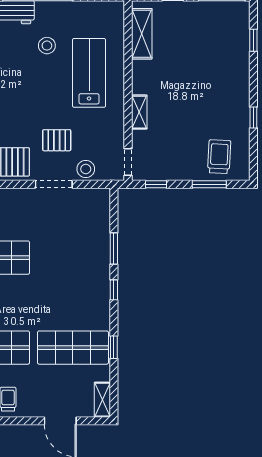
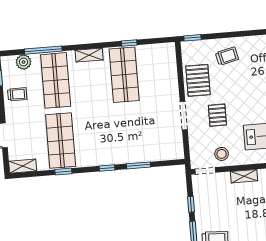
stool: (86, 169) -> (222, 154), moved
window: (156, 184) -> (191, 204), moved

